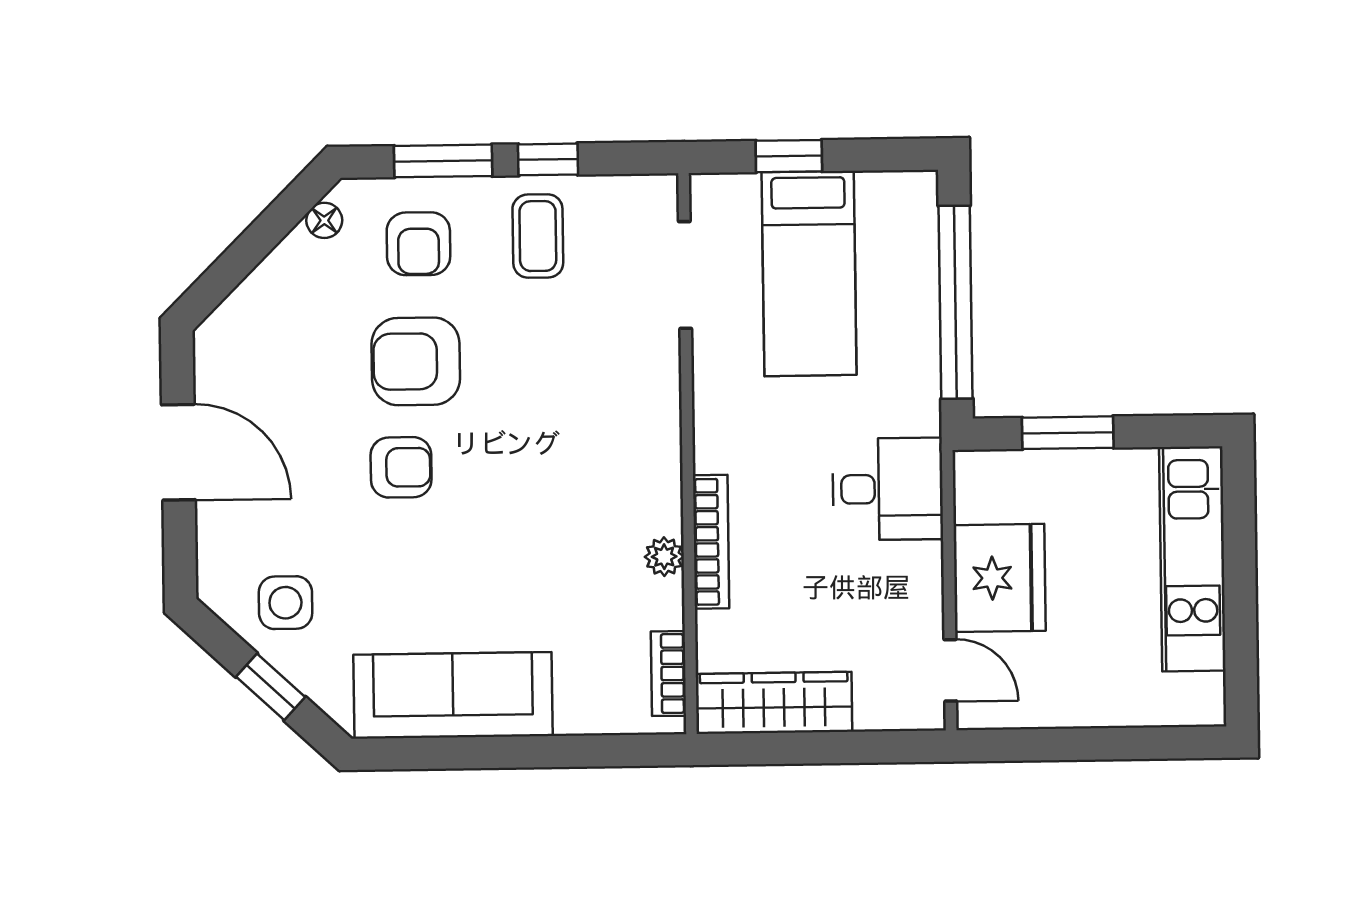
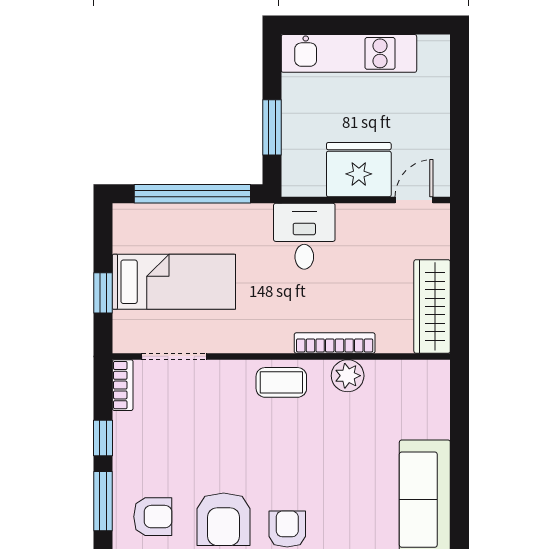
coffee table: (538, 236) -> (281, 382), moved
plant: (664, 557) -> (348, 376), width x1.38, depth x1.38
bookcase: (668, 674) -> (123, 385), moved, turned -90

